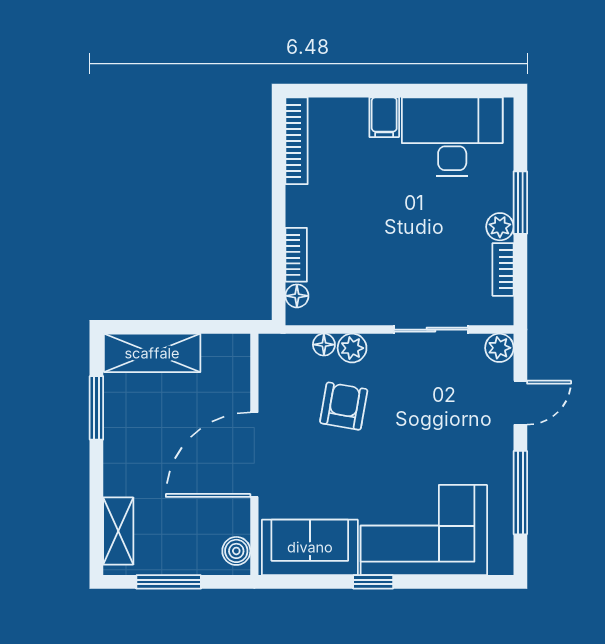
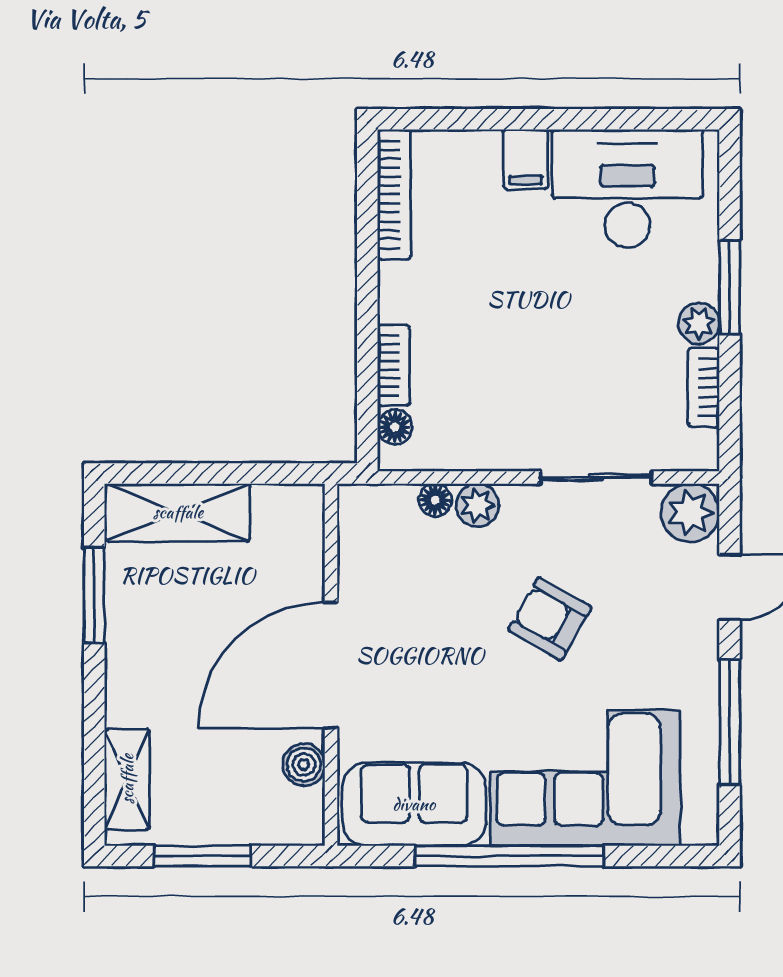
plant: (499, 348) -> (690, 513), width x1.38, depth x1.38
armchair: (344, 406) -> (550, 619), moved, turned -70
boiler: (236, 551) -> (304, 765), moved
window: (373, 582) -> (509, 856), width x3.17

